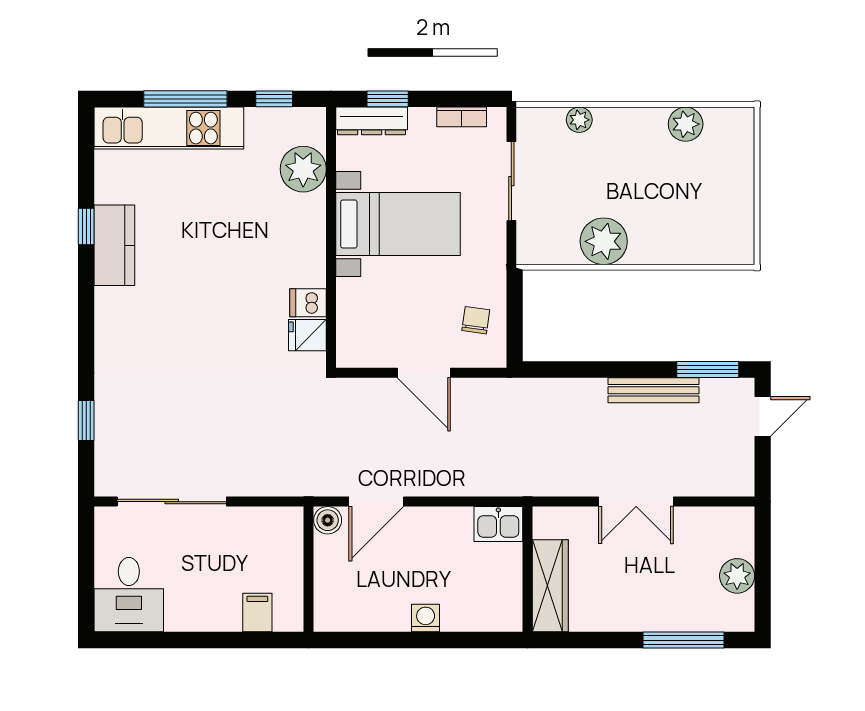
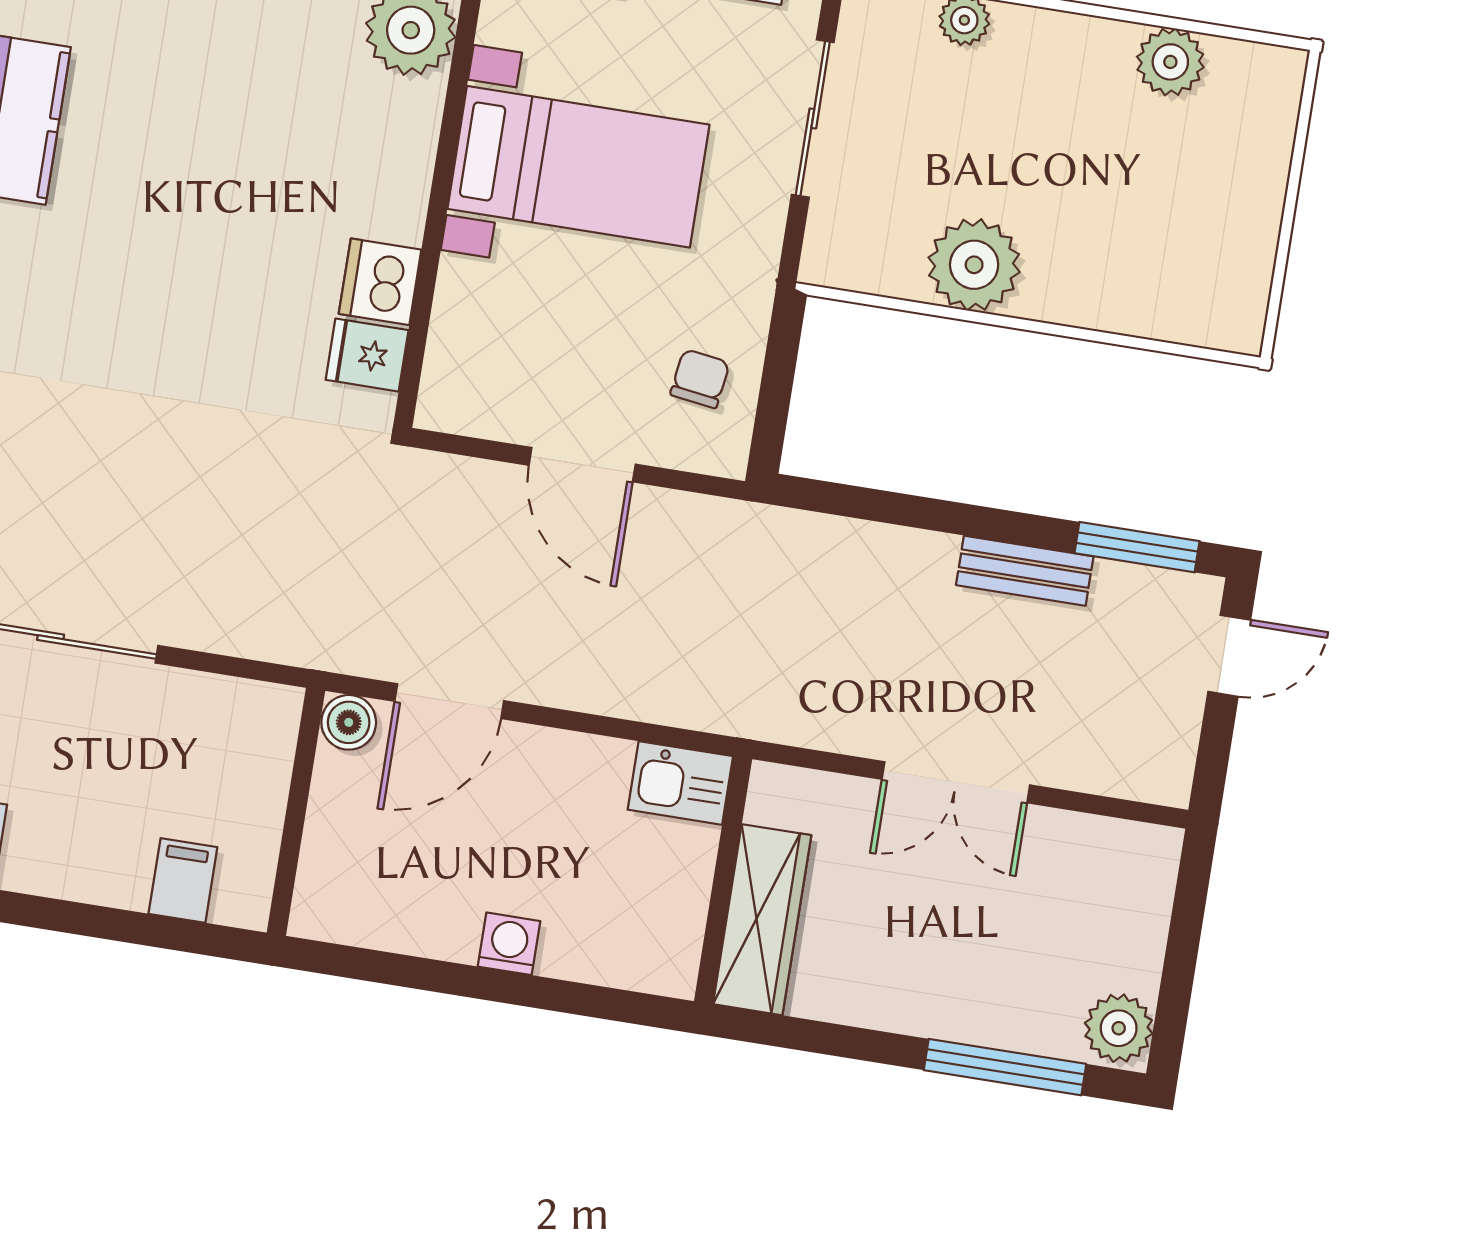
dishwasher: (308, 303) -> (380, 282), width x1.38
bench: (654, 390) -> (1025, 571), width x0.73
plant: (737, 576) -> (1119, 1028), moved

